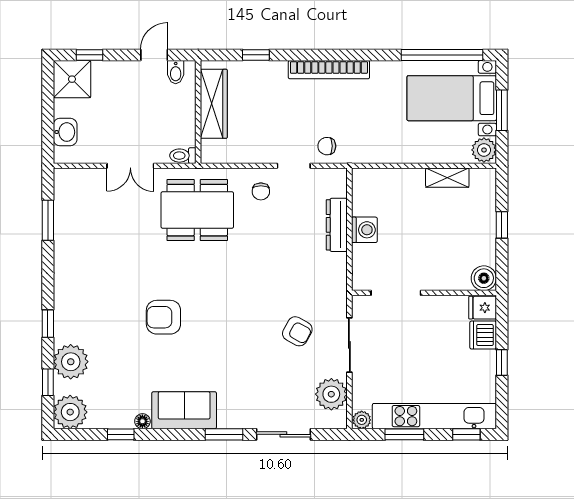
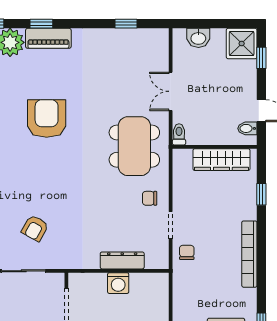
window: (48, 220) -> (126, 24), width x0.67
piano: (66, 315) -> (48, 38), added
armchair: (163, 317) -> (47, 118), width x1.36, depth x1.36

